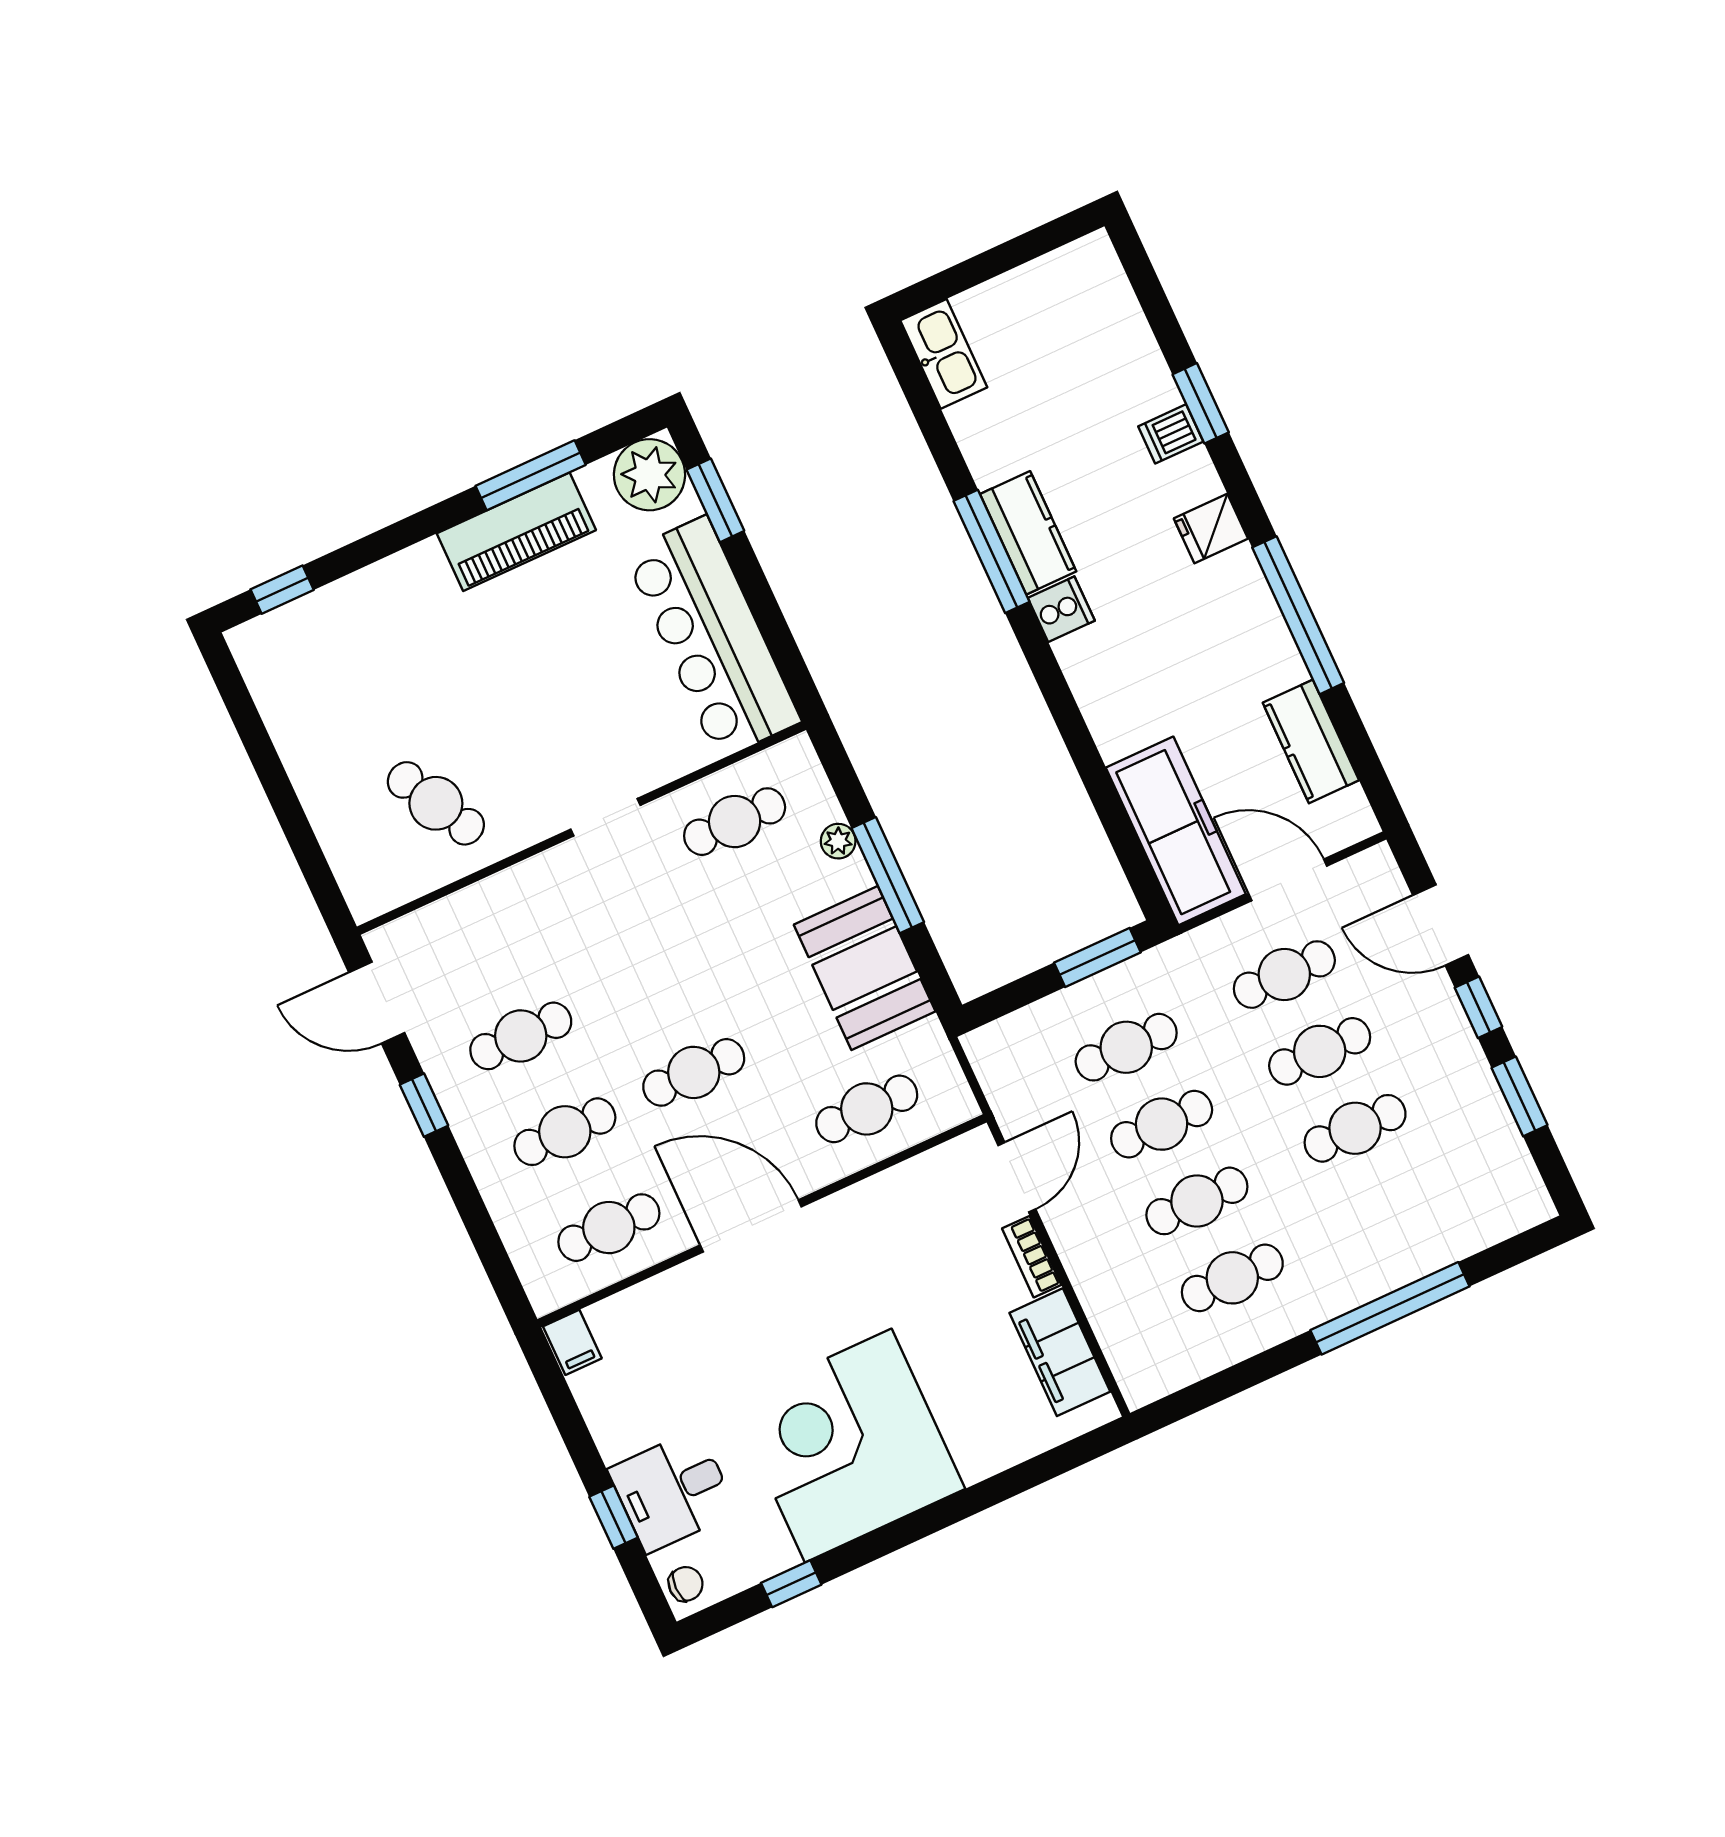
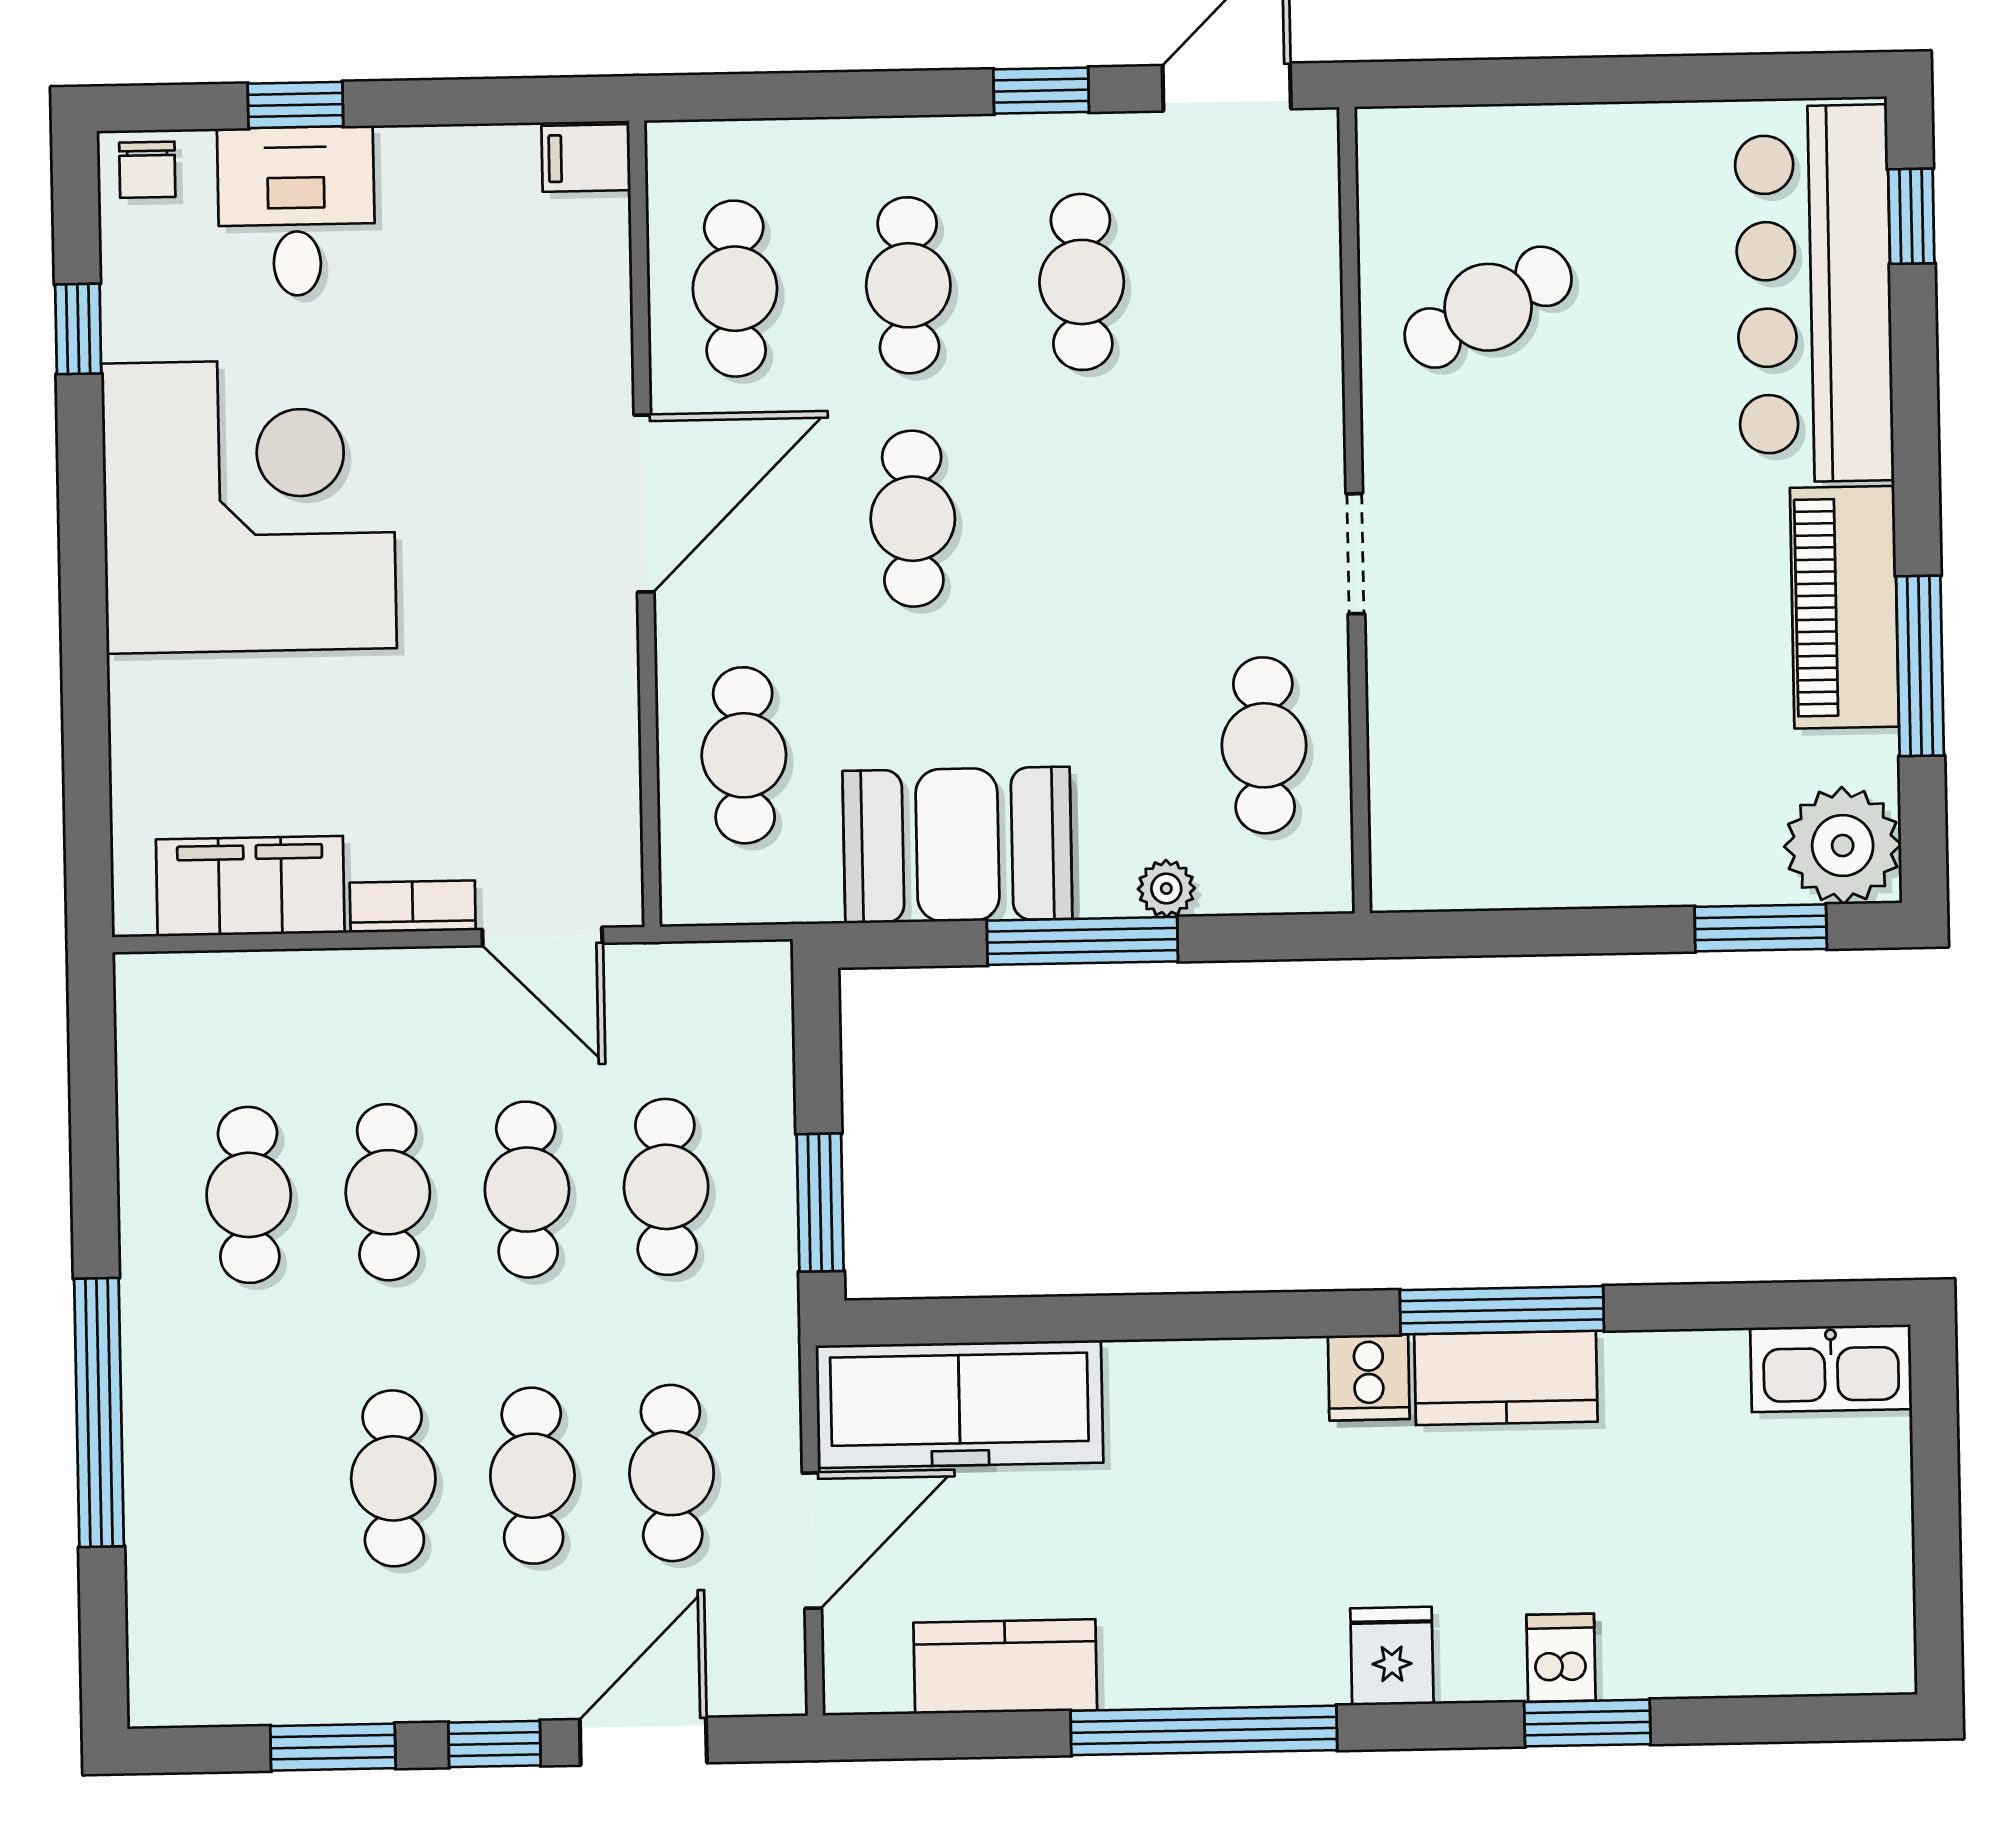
bar counter: (712, 637) -> (1814, 294), moved, turned -90

